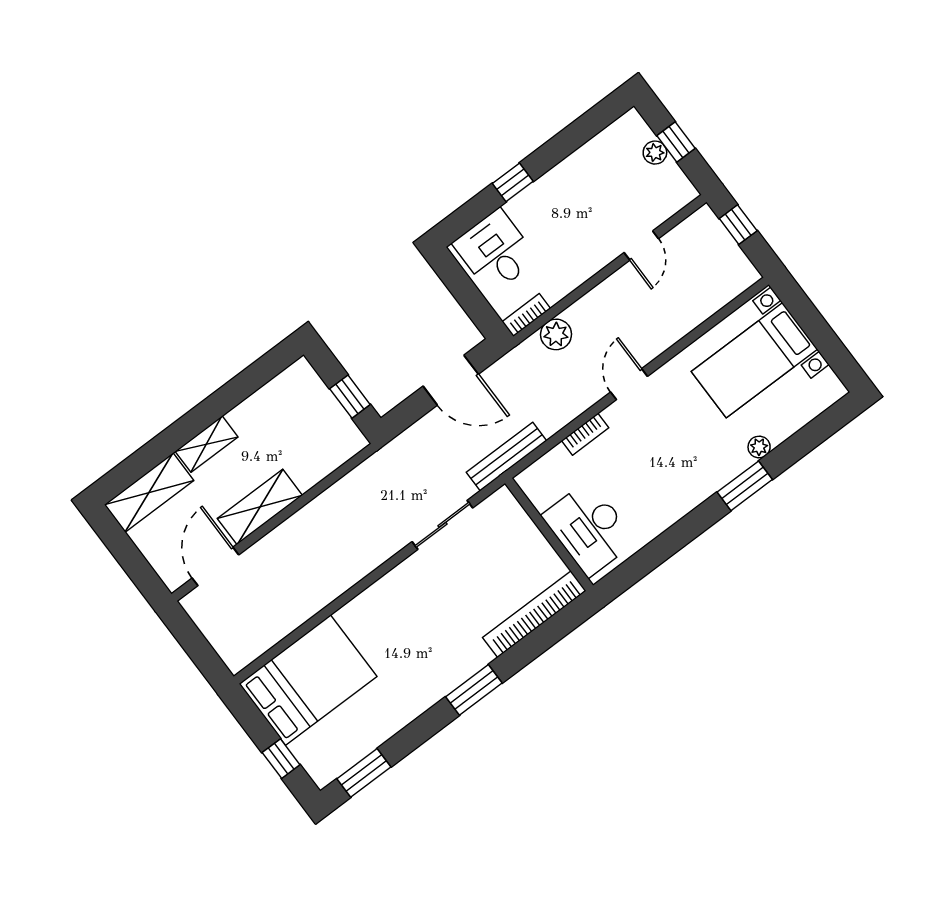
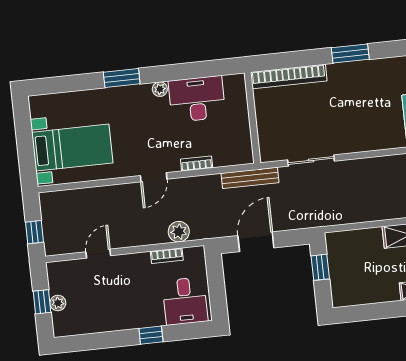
bookcase: (526, 315) -> (167, 256), moved
door: (451, 380) -> (256, 242), hinge flipped
plant: (759, 447) -> (160, 89), moved
desk: (589, 528) -> (197, 99), moved, turned -90

